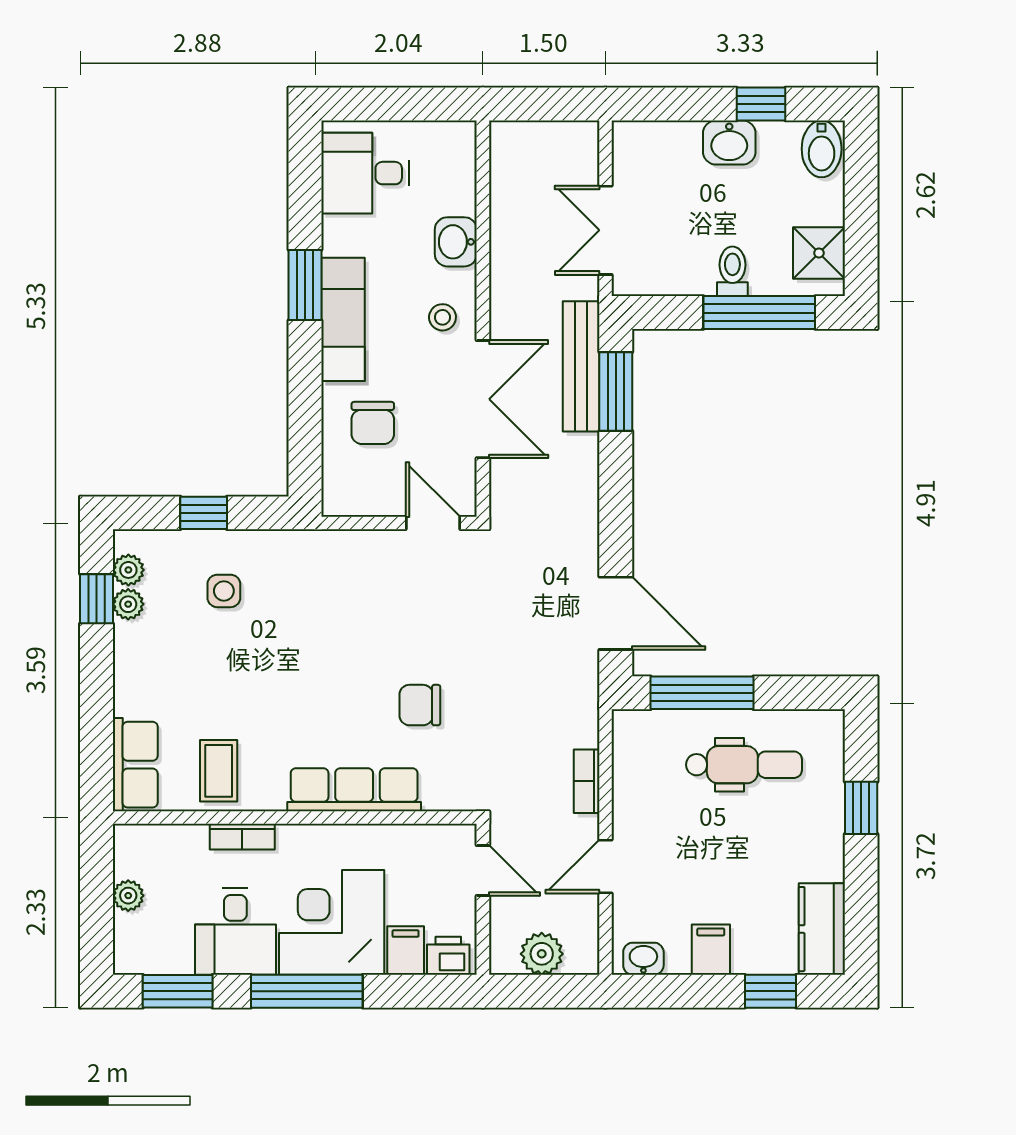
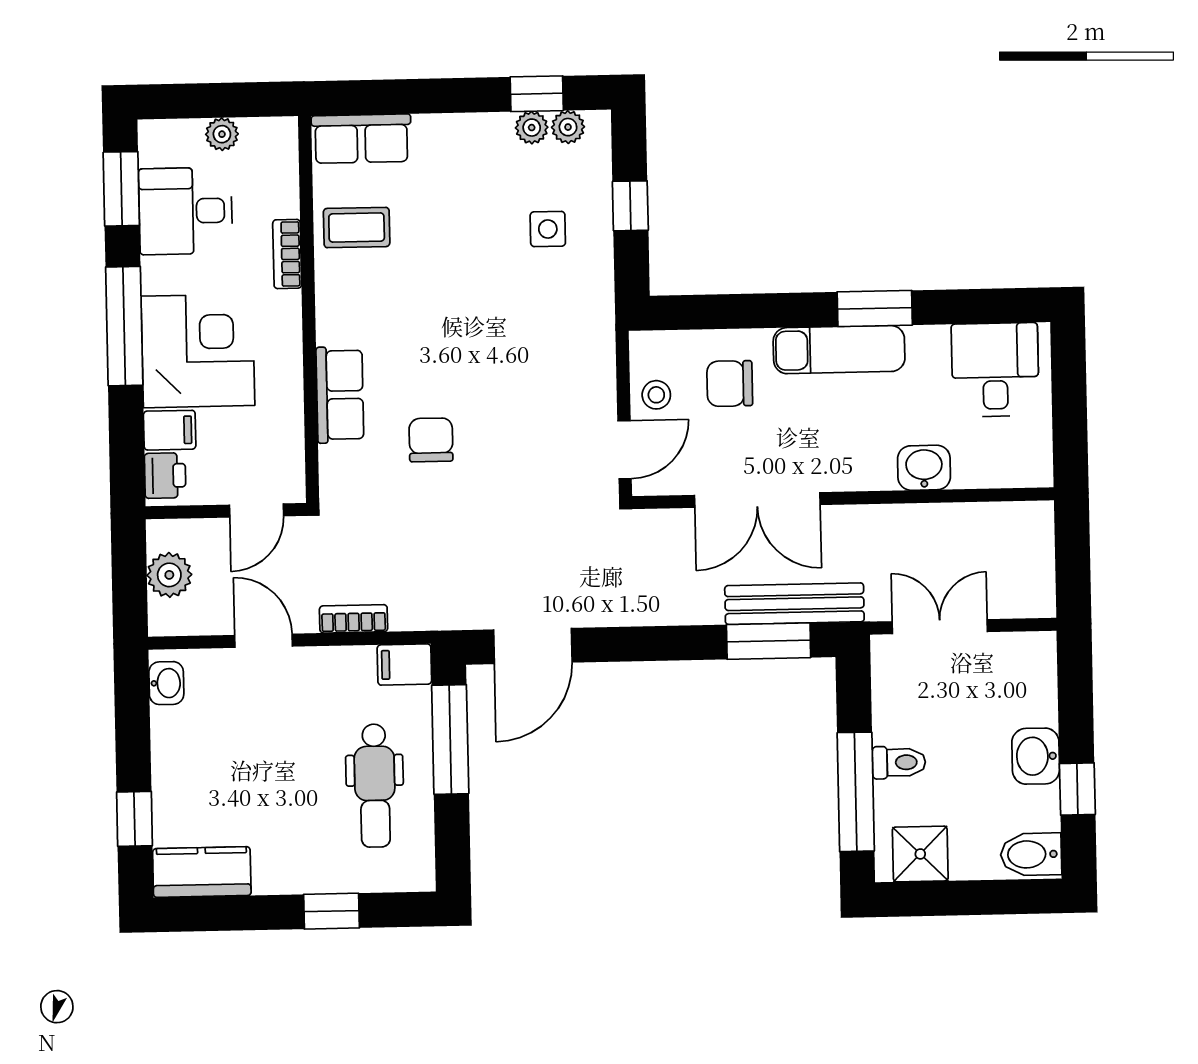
stool: (442, 317) -> (656, 395), moved
row of seats: (354, 790) -> (340, 395), width x0.68
desk: (235, 931) -> (185, 211), moved
filing cabinet: (711, 950) -> (404, 665), moved, turned 180

